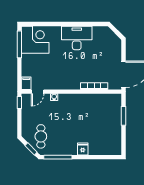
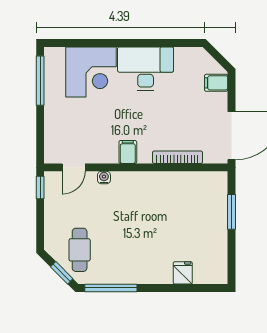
corner desk: (35, 40) -> (91, 72), moved, turned 90
filing cabinet: (115, 46) -> (216, 83), added
filing cabinet: (26, 83) -> (128, 152), moved
fridge: (83, 149) -> (183, 273), moved

